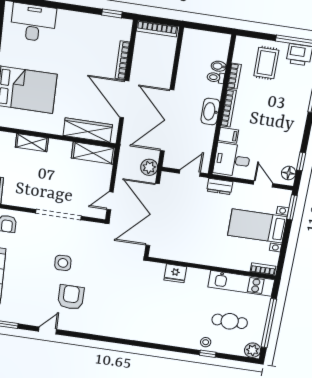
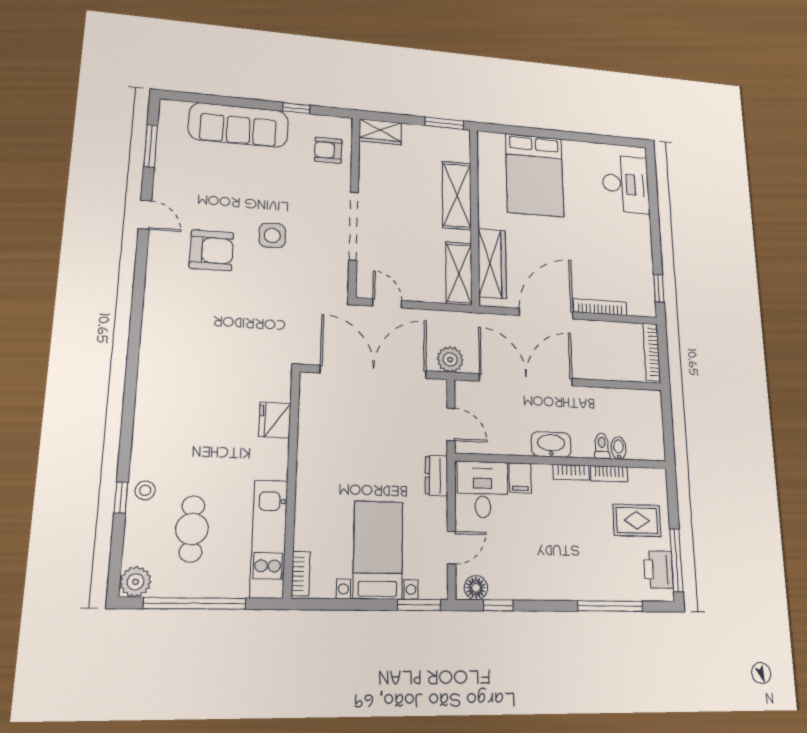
bookcase: (228, 108) -> (571, 472), width x0.64
shelving: (32, 143) -> (457, 195), width x1.50, depth x1.33

